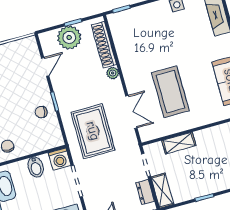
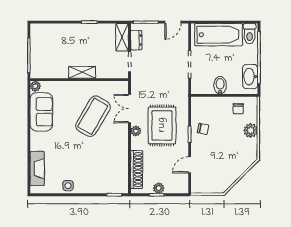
plant: (69, 37) -> (159, 188), width x0.53, depth x0.53
plant: (113, 73) -> (136, 131), moved
coffee table: (170, 92) -> (93, 116), turned 30
rug: (93, 131) -> (162, 125), moved
shelving: (179, 143) -> (82, 72), moved
washing machine: (60, 159) -> (199, 86), removed

